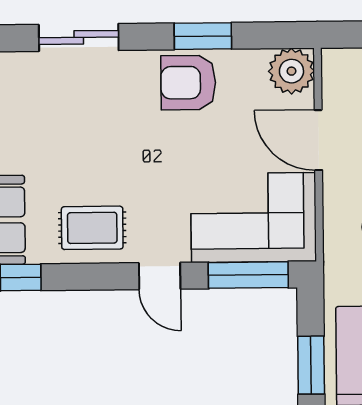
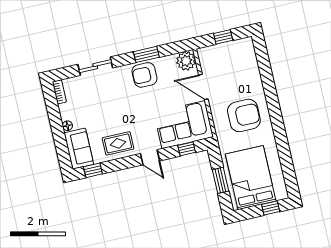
window: (248, 275) -> (187, 149), width x0.46

